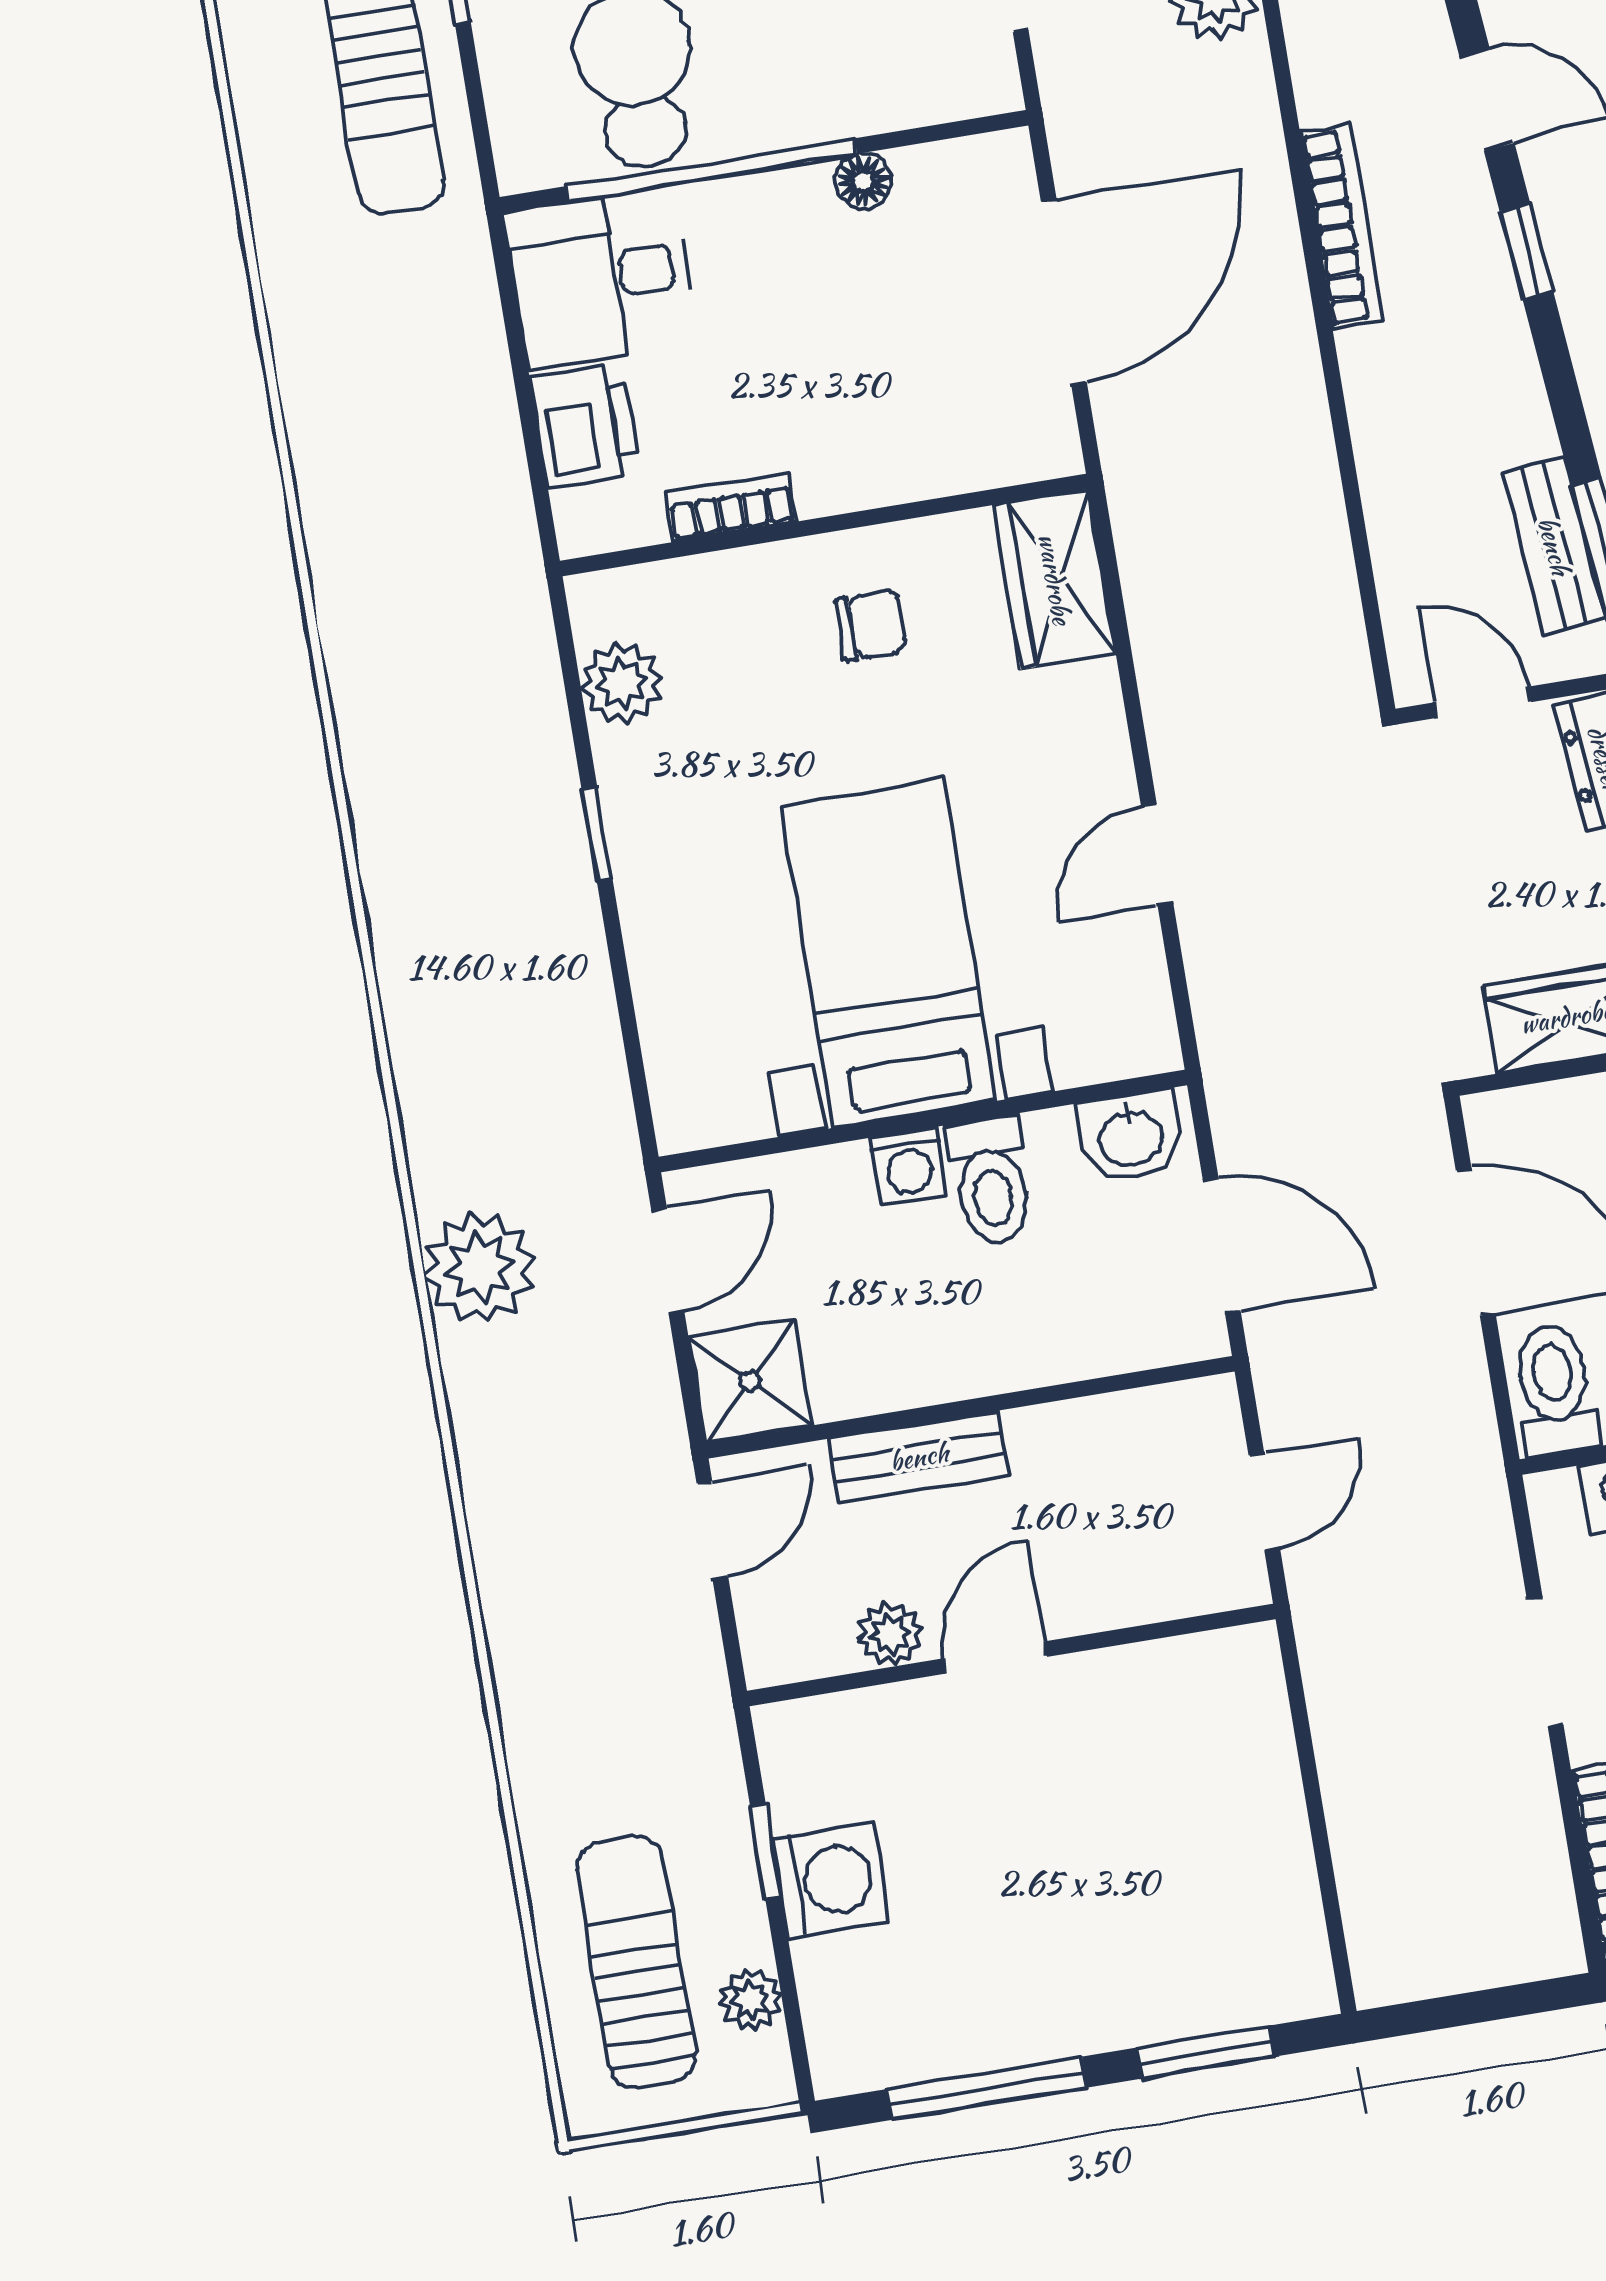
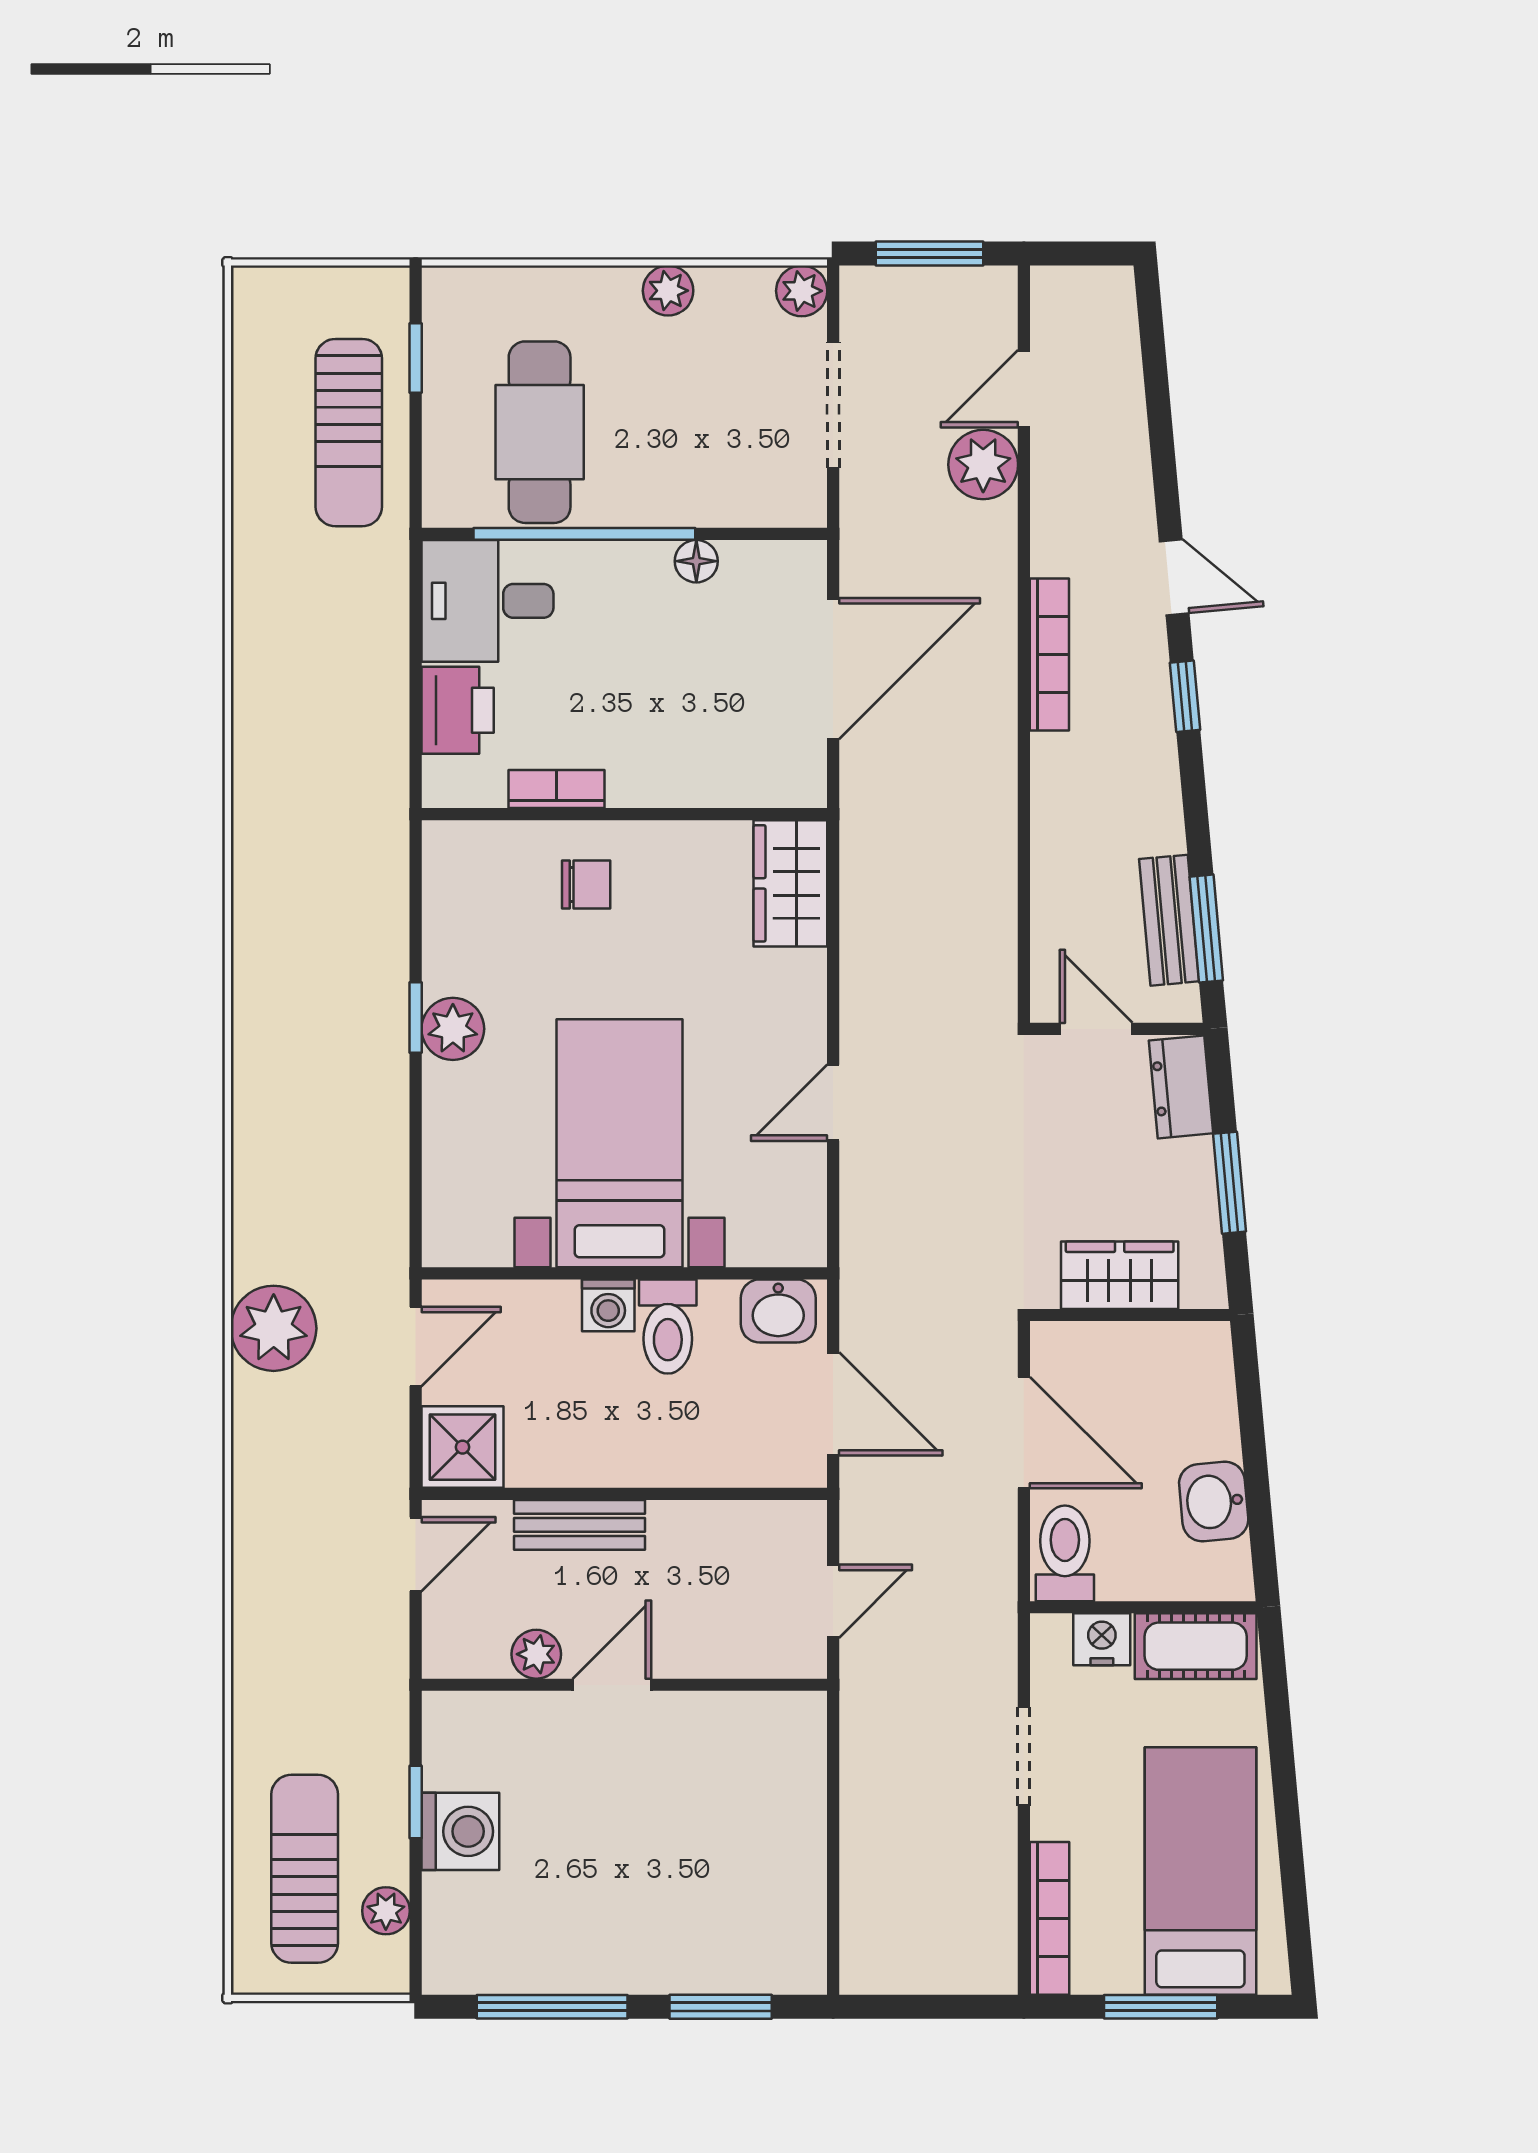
chair: (871, 625) -> (586, 885), moved
plant: (622, 683) -> (453, 1029), moved

